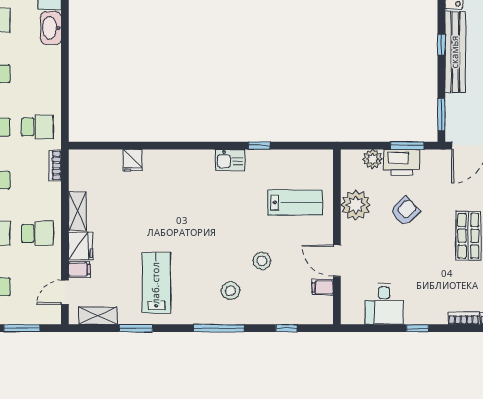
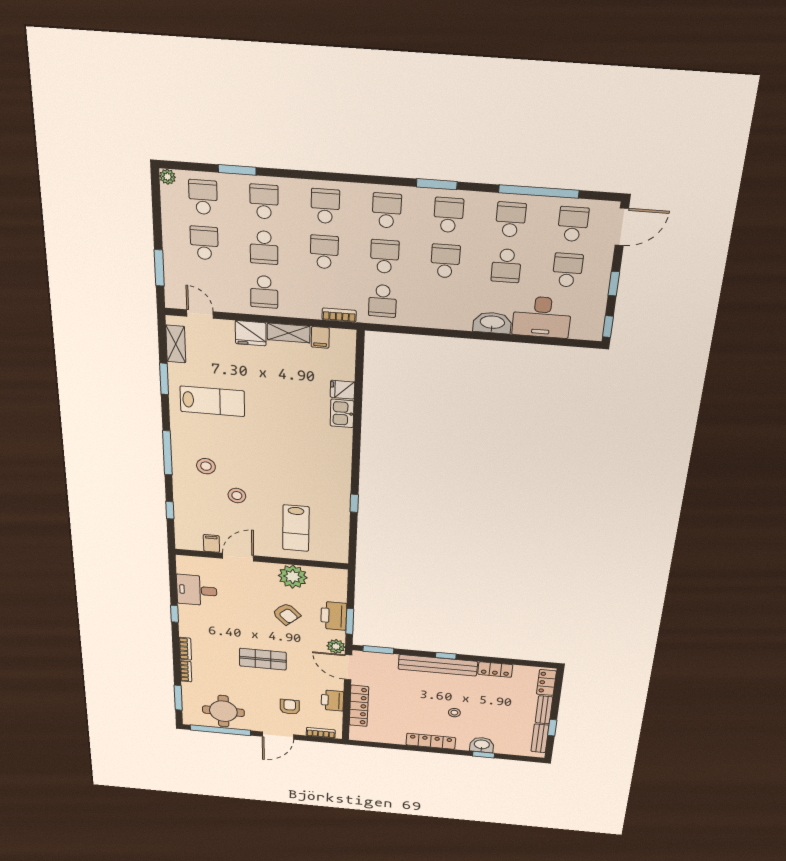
plant: (373, 159) -> (336, 646), moved
kitchen sink: (230, 160) -> (342, 413), moved
filing cabinet: (79, 269) -> (320, 337), moved

